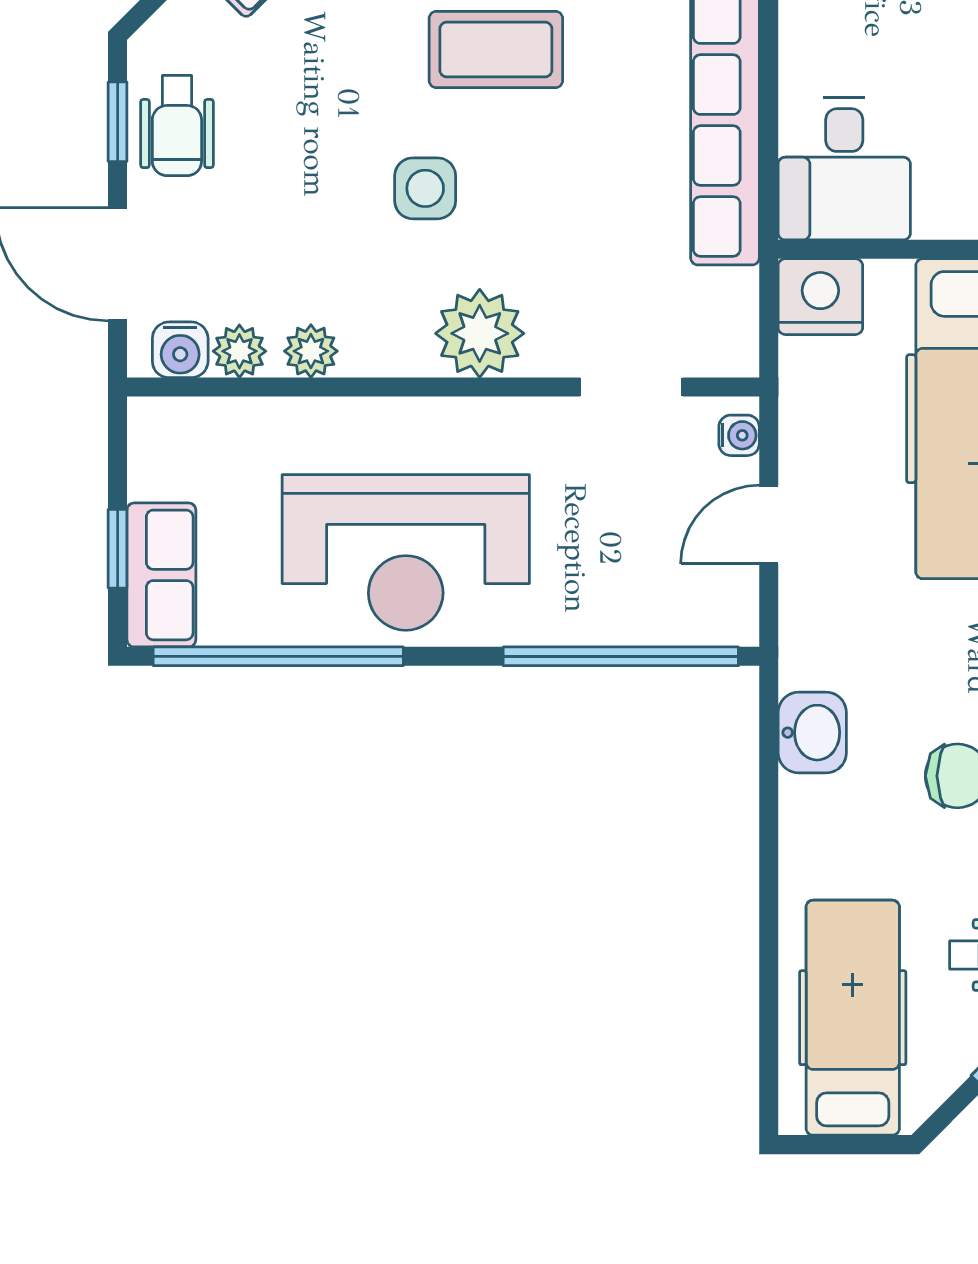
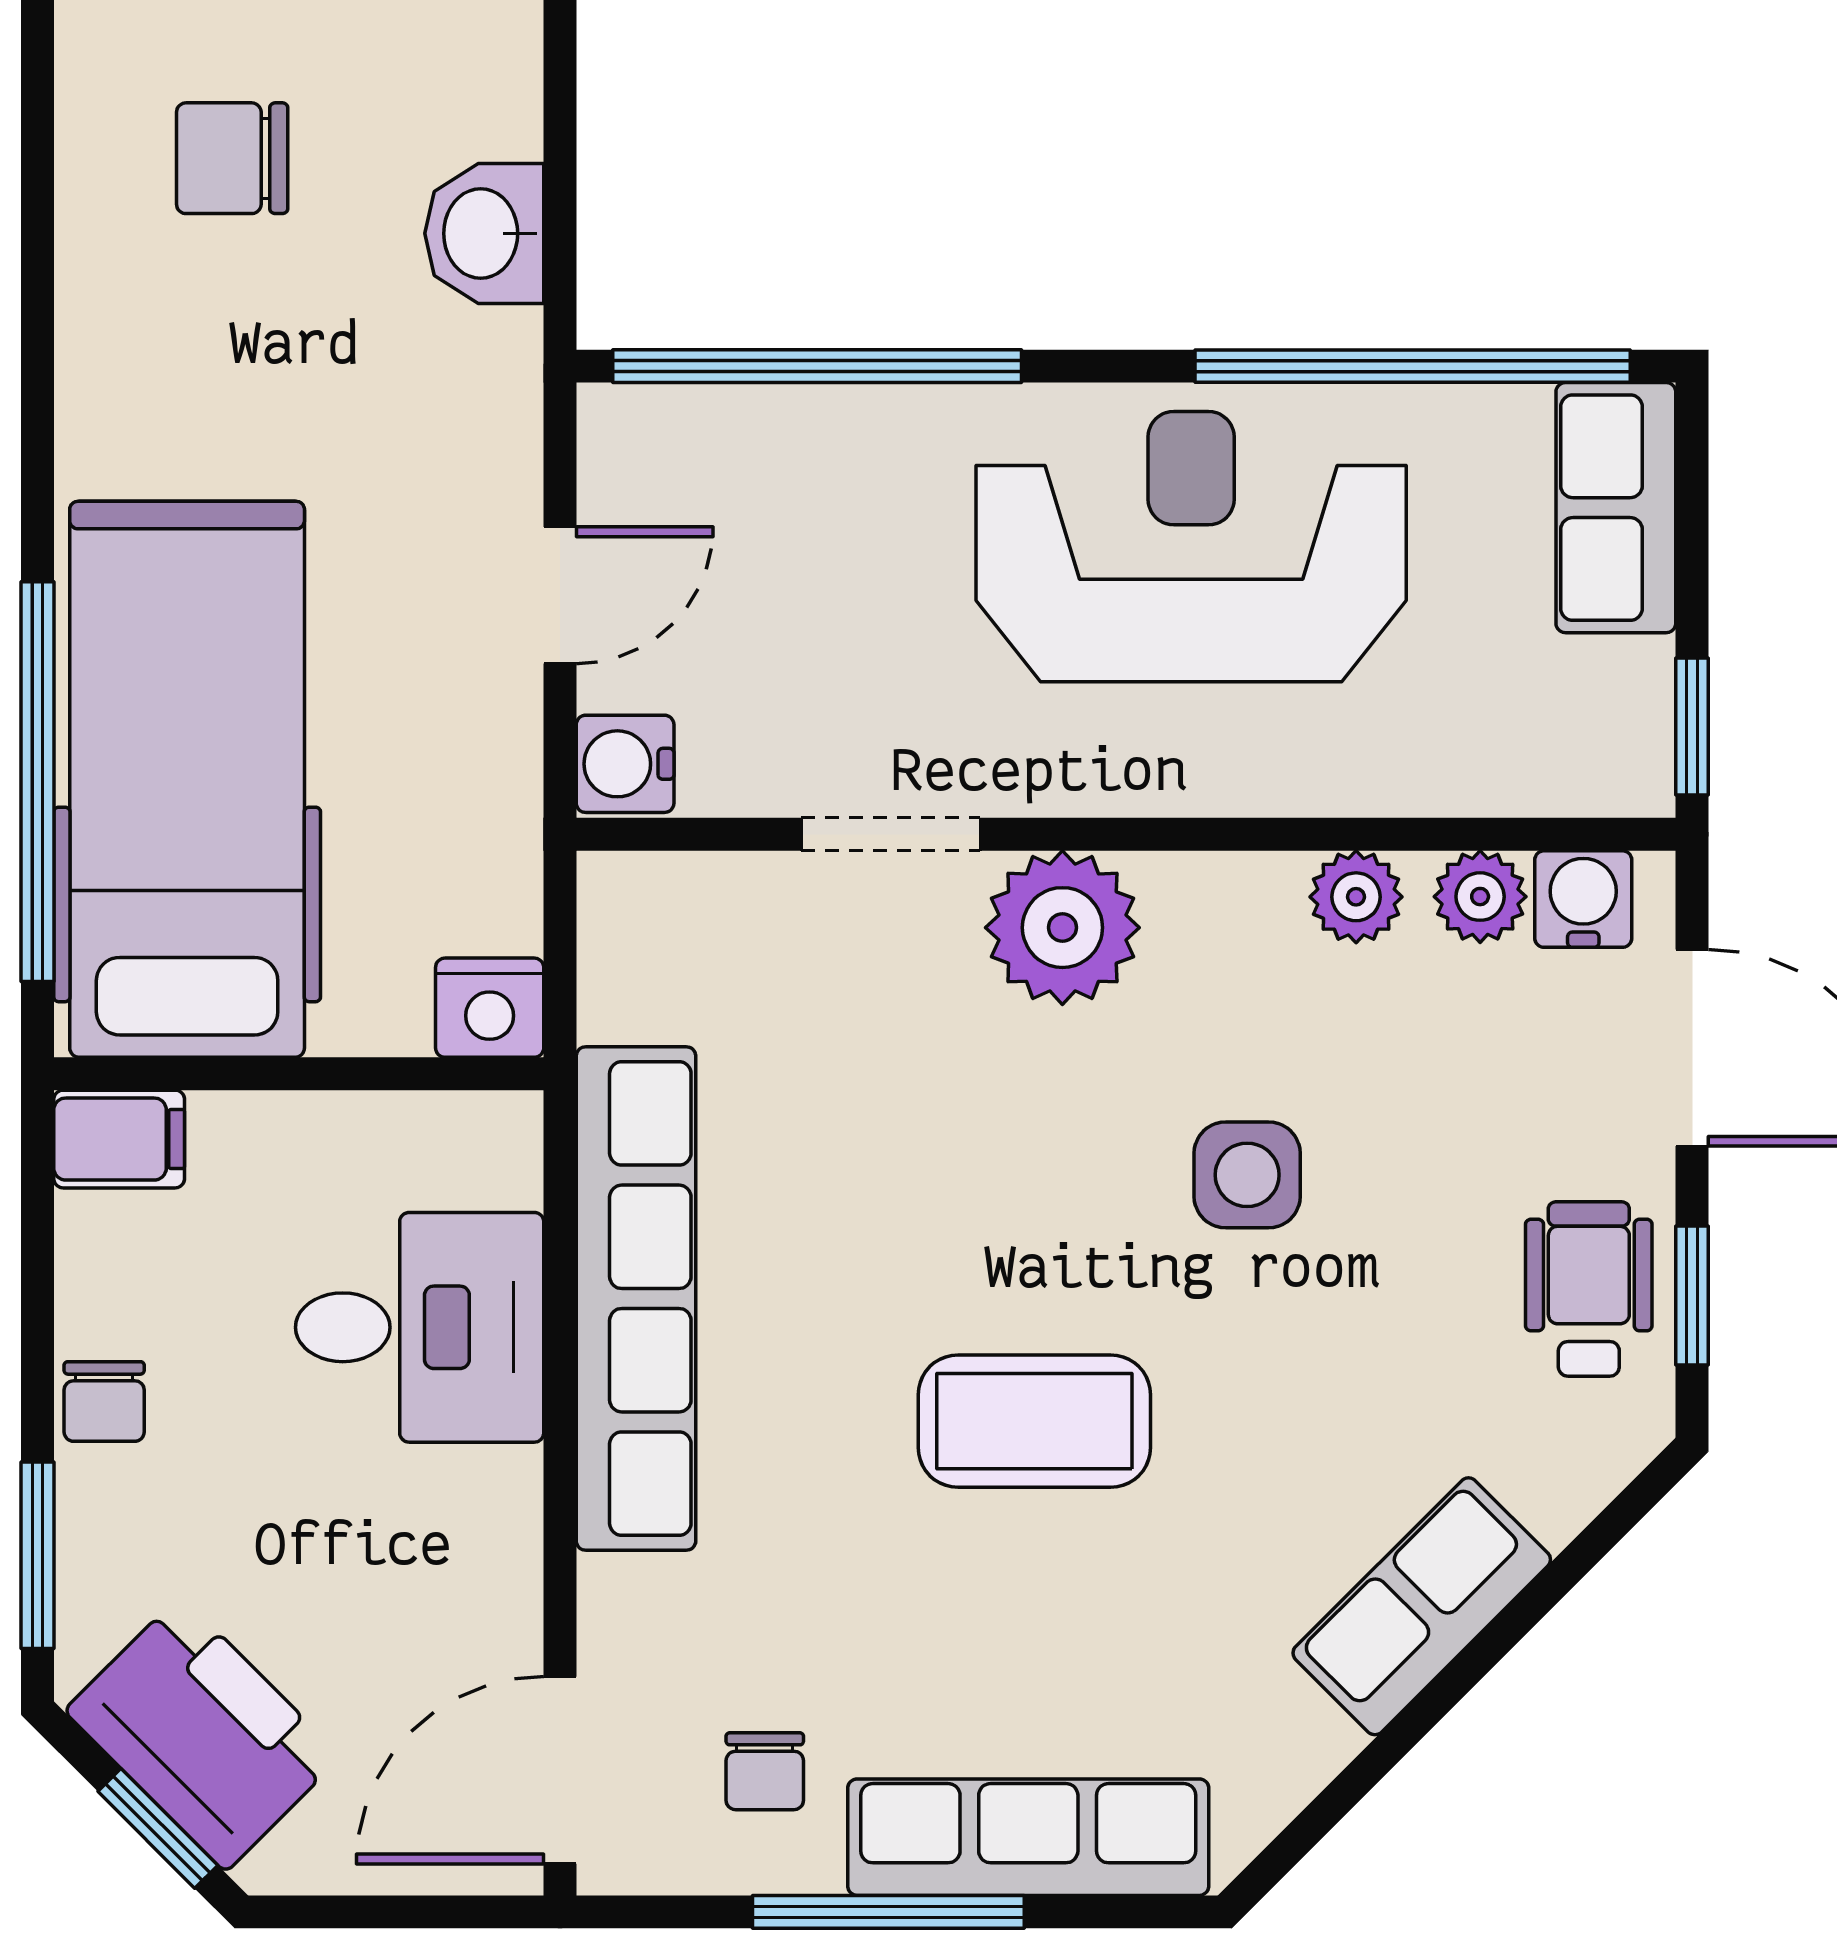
desk: (844, 169) -> (420, 1327), moved, turned 90
side table: (425, 188) -> (1247, 1175), moved
nightstand: (820, 297) -> (490, 1008), width x0.74, depth x0.75
doorway: (631, 387) -> (891, 834), moved
water cooler: (739, 435) -> (625, 764), width x1.38, depth x1.38
window: (118, 549) -> (1692, 727), moved

